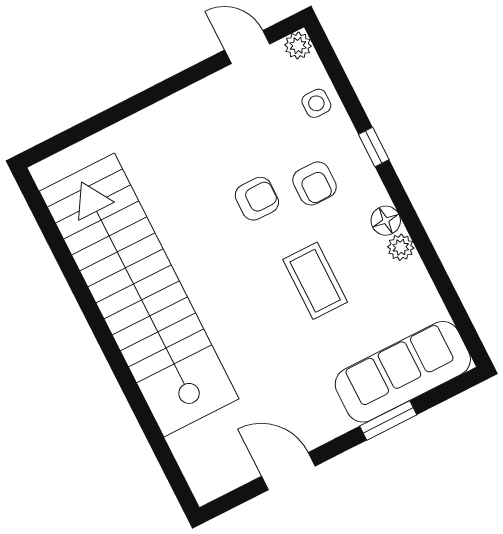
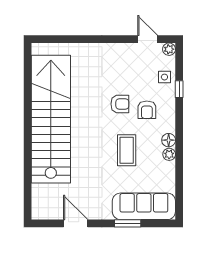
window: (374, 147) -> (179, 89), moved

